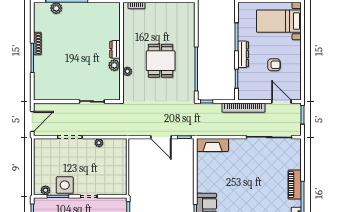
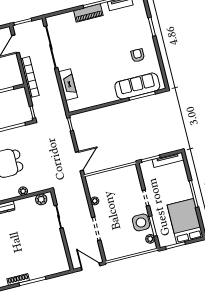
plant: (114, 65) -> (41, 199), moved
door: (161, 137) -> (79, 161), moved
fireplace: (212, 145) -> (68, 85), moved

